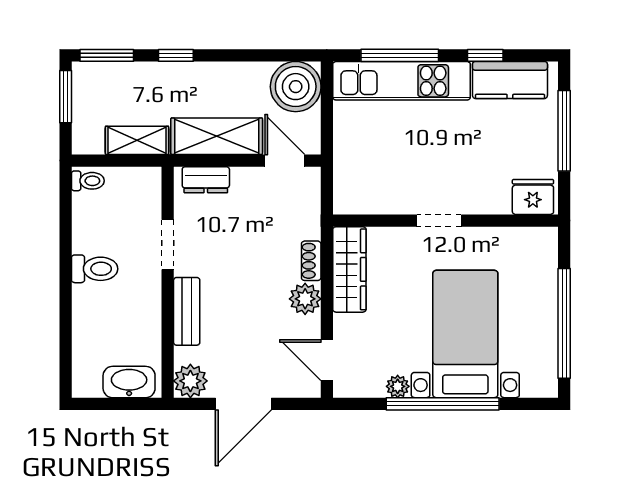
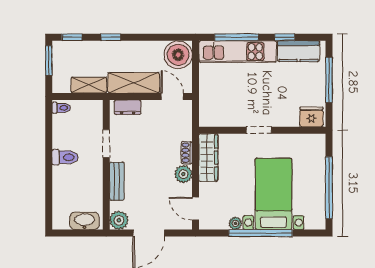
window: (107, 55) -> (72, 37), width x0.67

